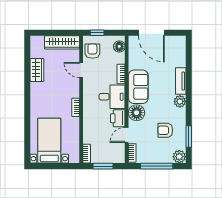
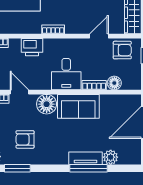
floor lamp: (119, 46) -> (114, 83), moved
window: (189, 79) -> (88, 168), added
plant: (180, 101) -> (111, 157), moved
printer: (118, 118) -> (32, 47), moved, turned 180
armchair: (165, 130) -> (25, 139), turned -90

